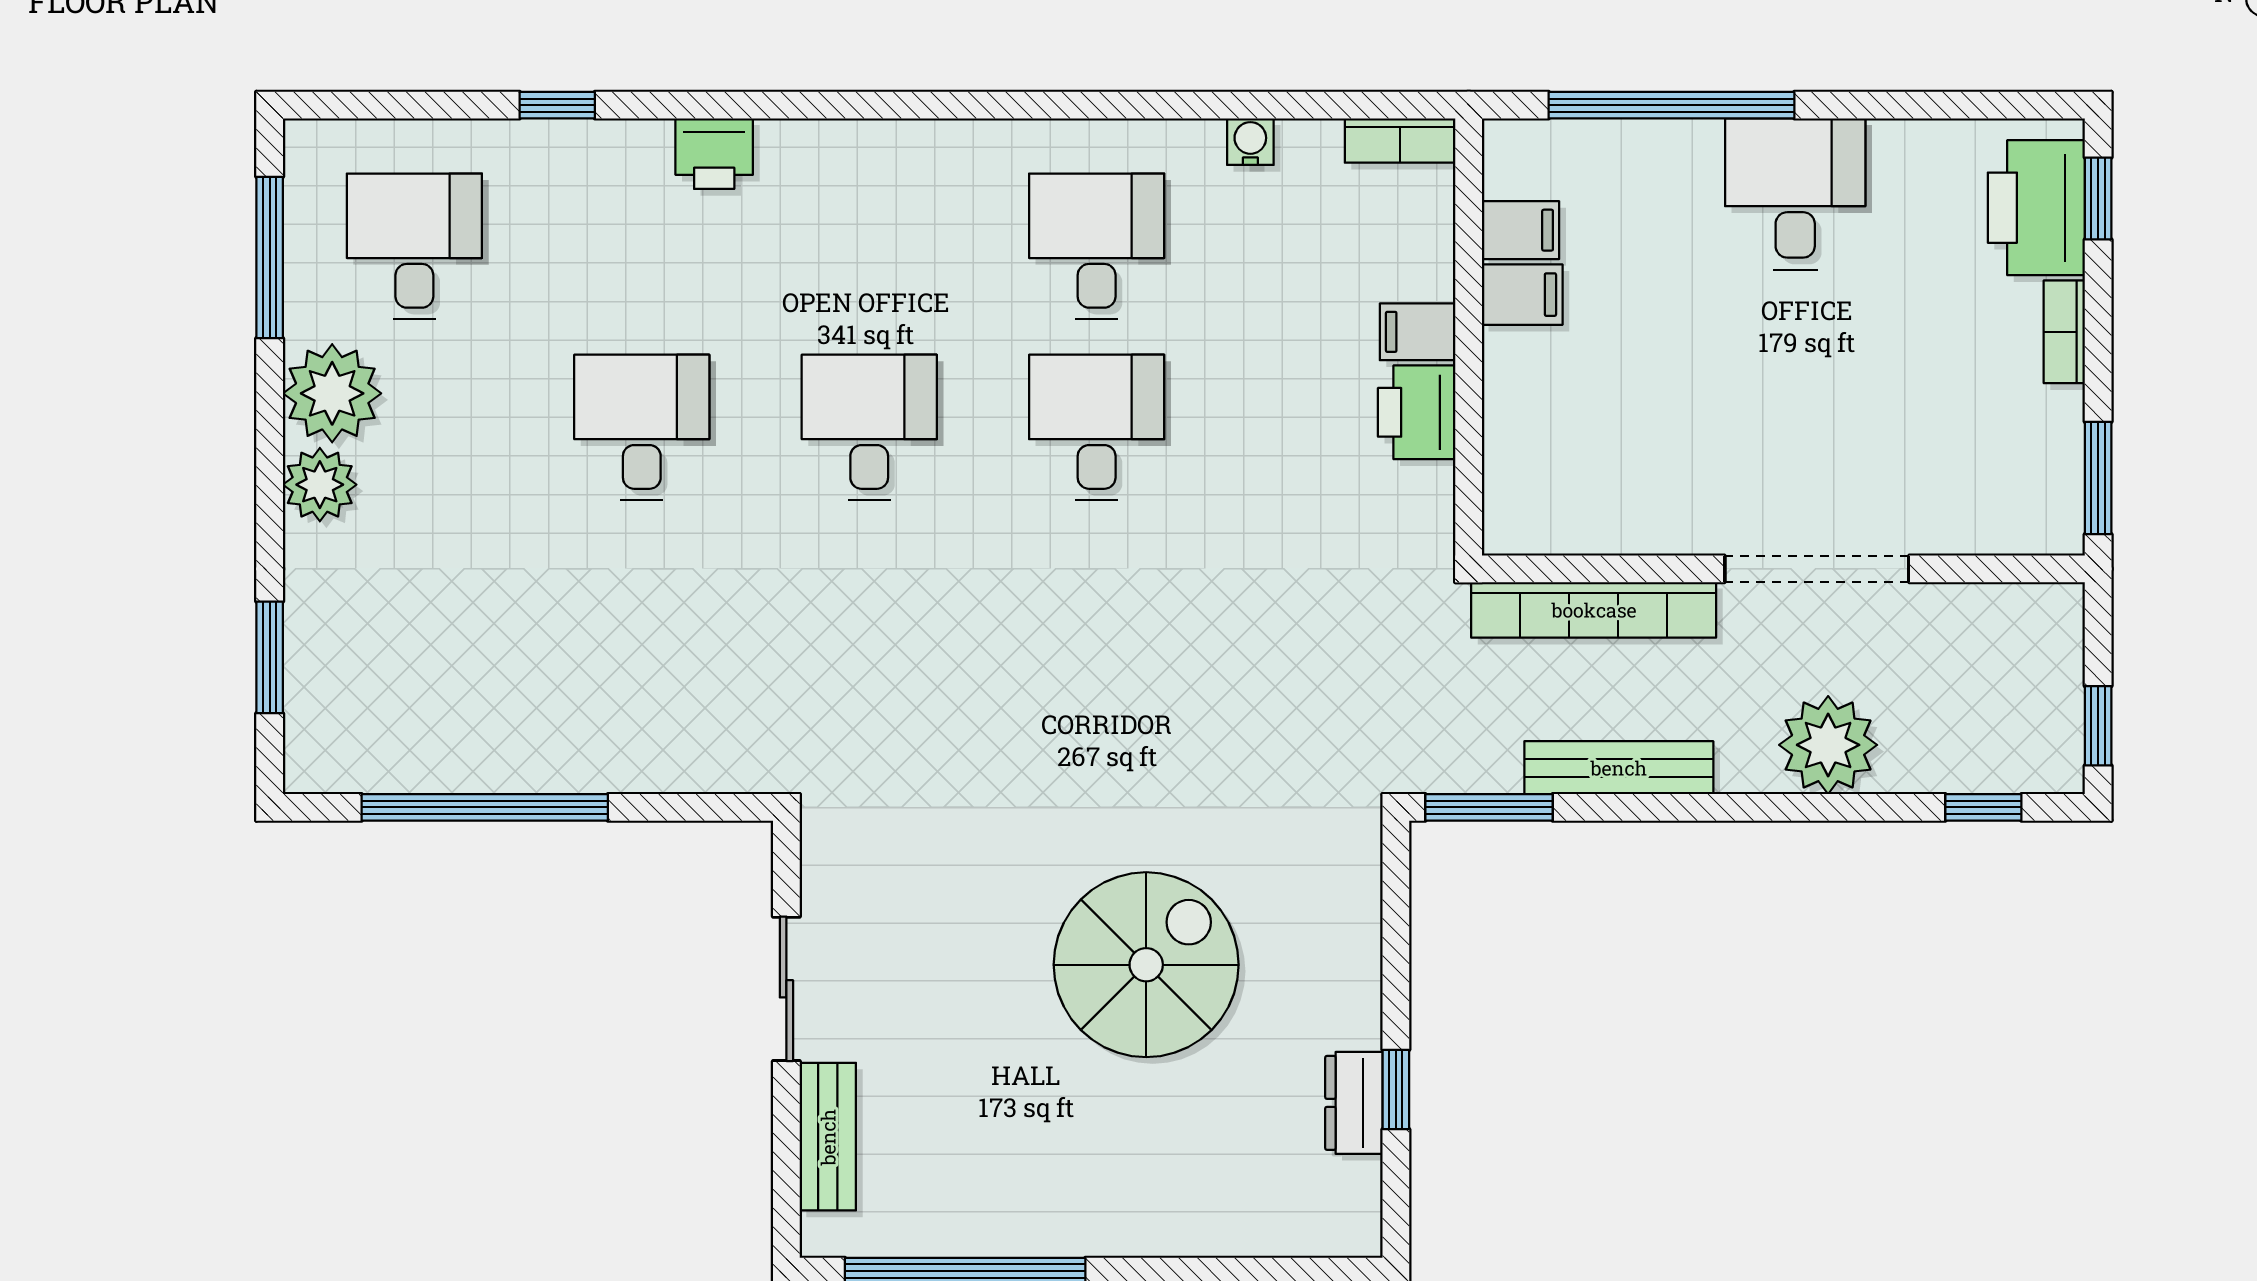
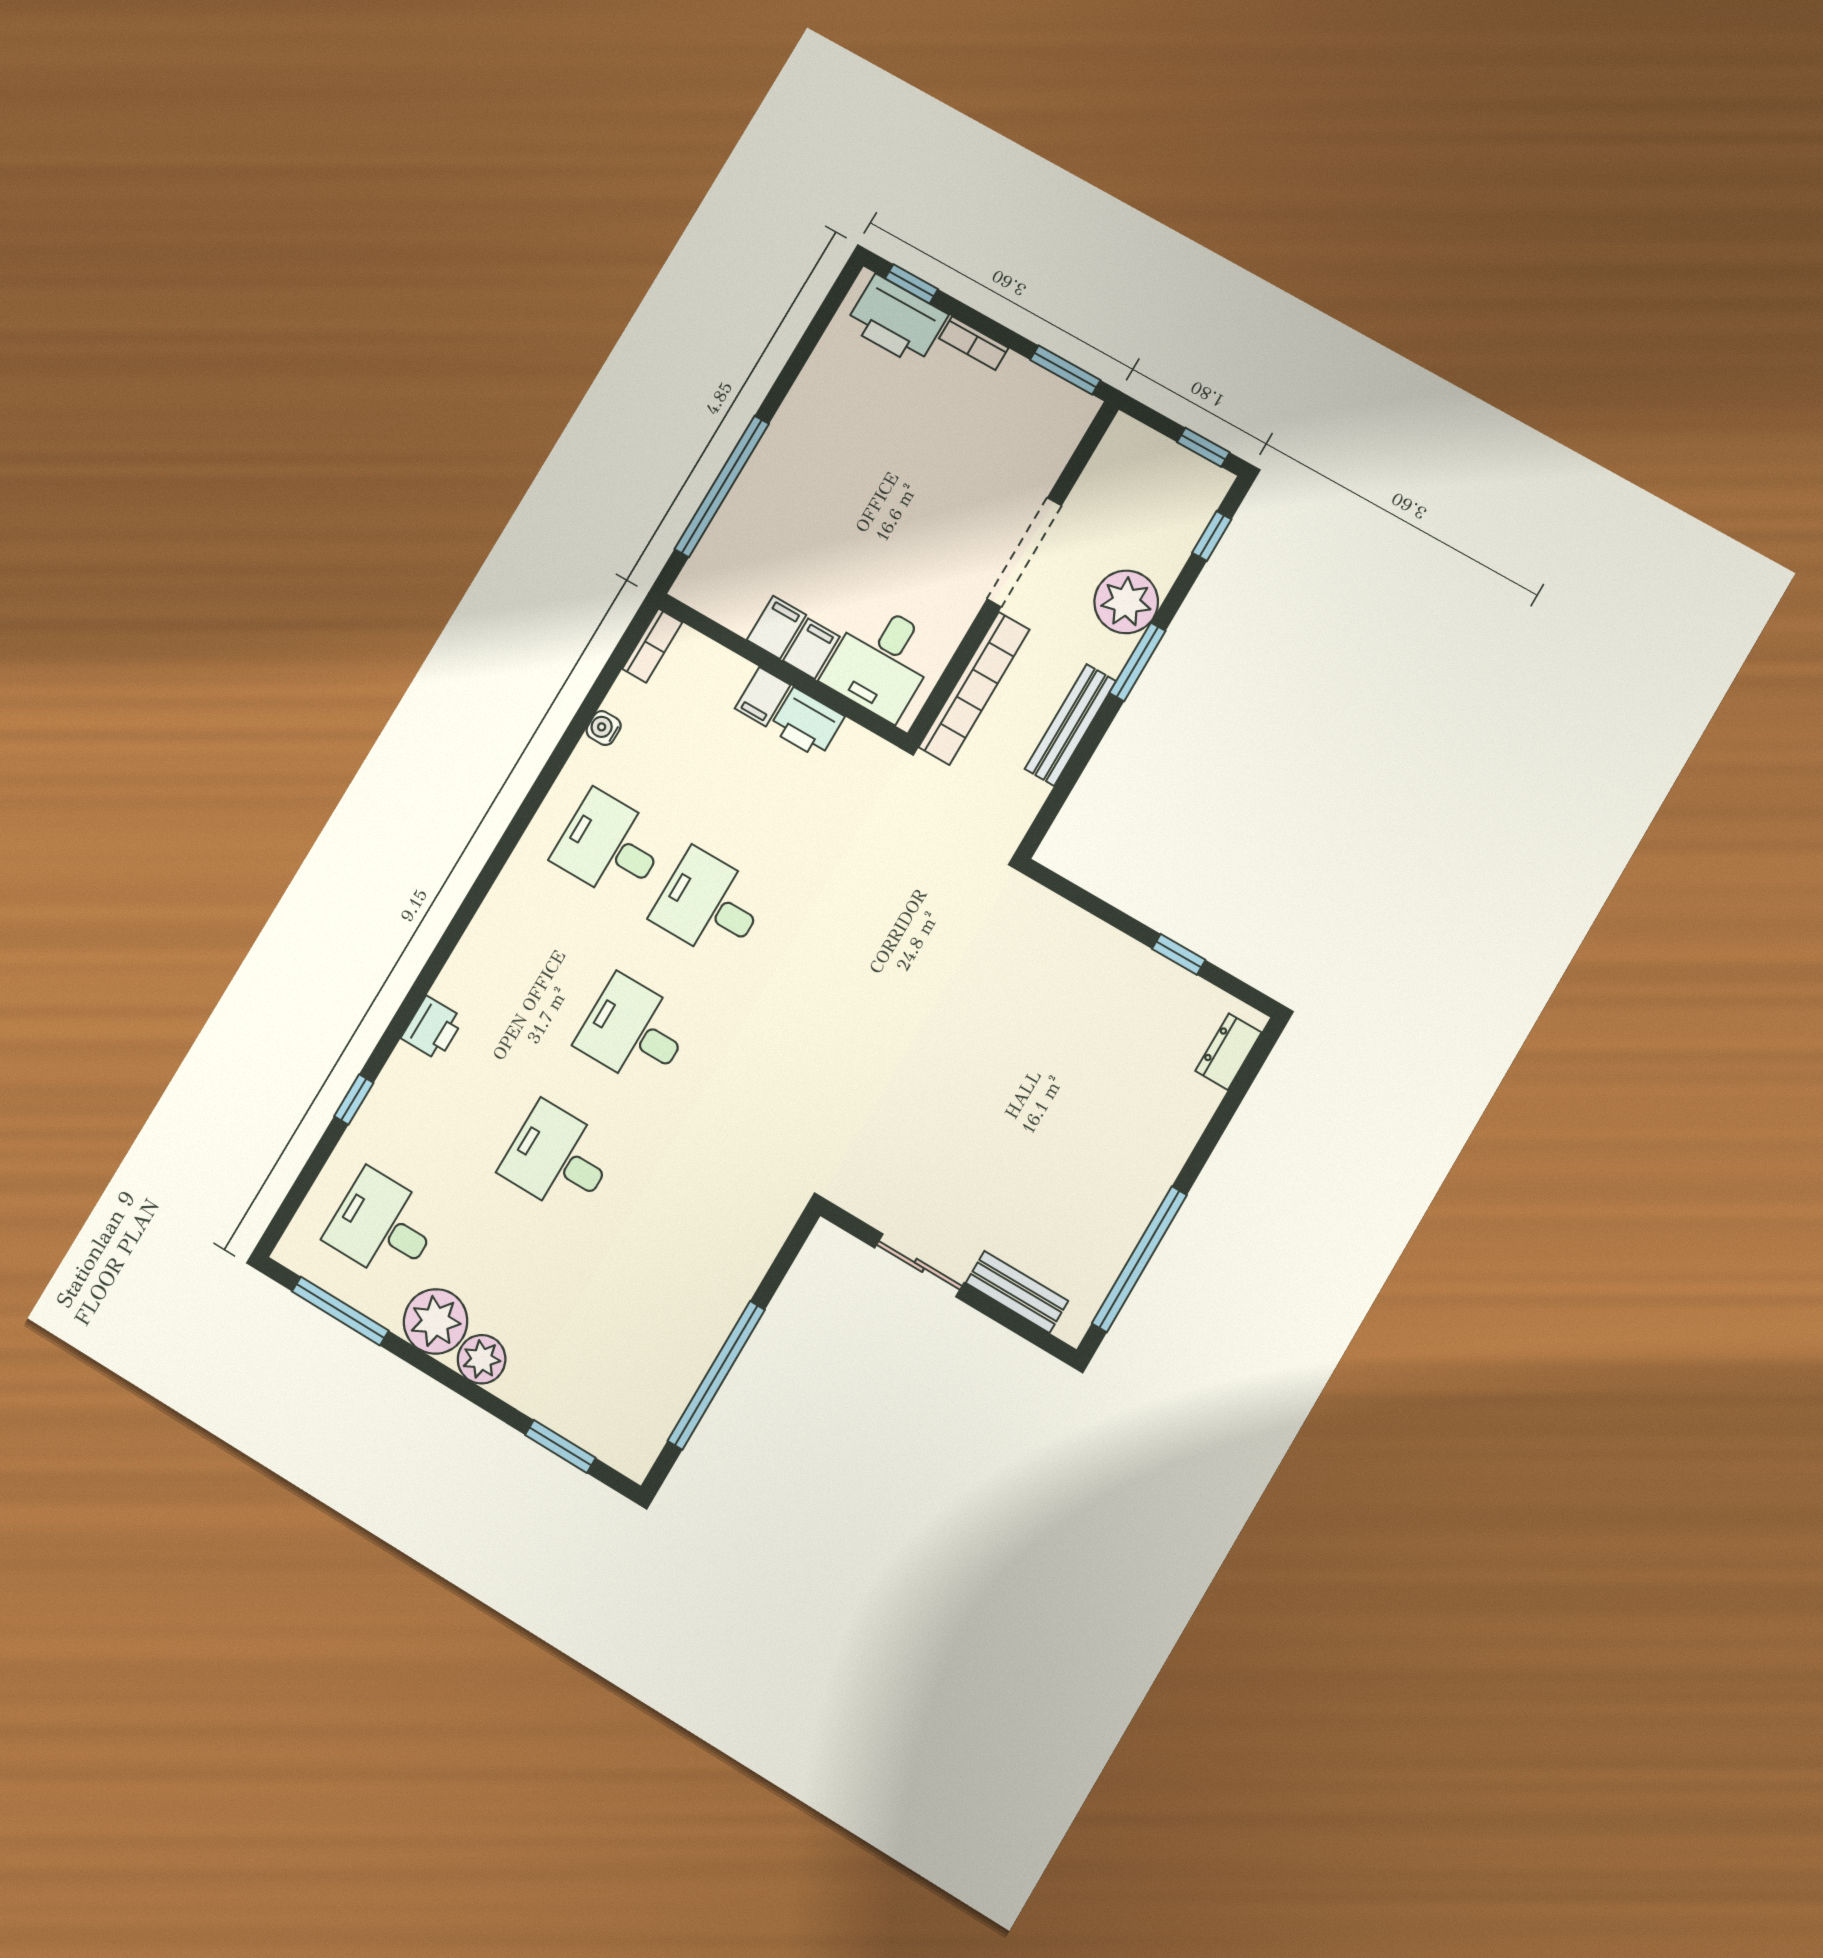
desk: (1795, 194) -> (881, 661), moved, turned -90
filing cabinet: (1521, 230) -> (811, 649), moved
window: (1489, 807) -> (1137, 662), moved
spiral stairs: (1146, 965) -> (1025, 1054), removed
dresser: (1354, 1103) -> (1228, 1052), moved, turned 90

